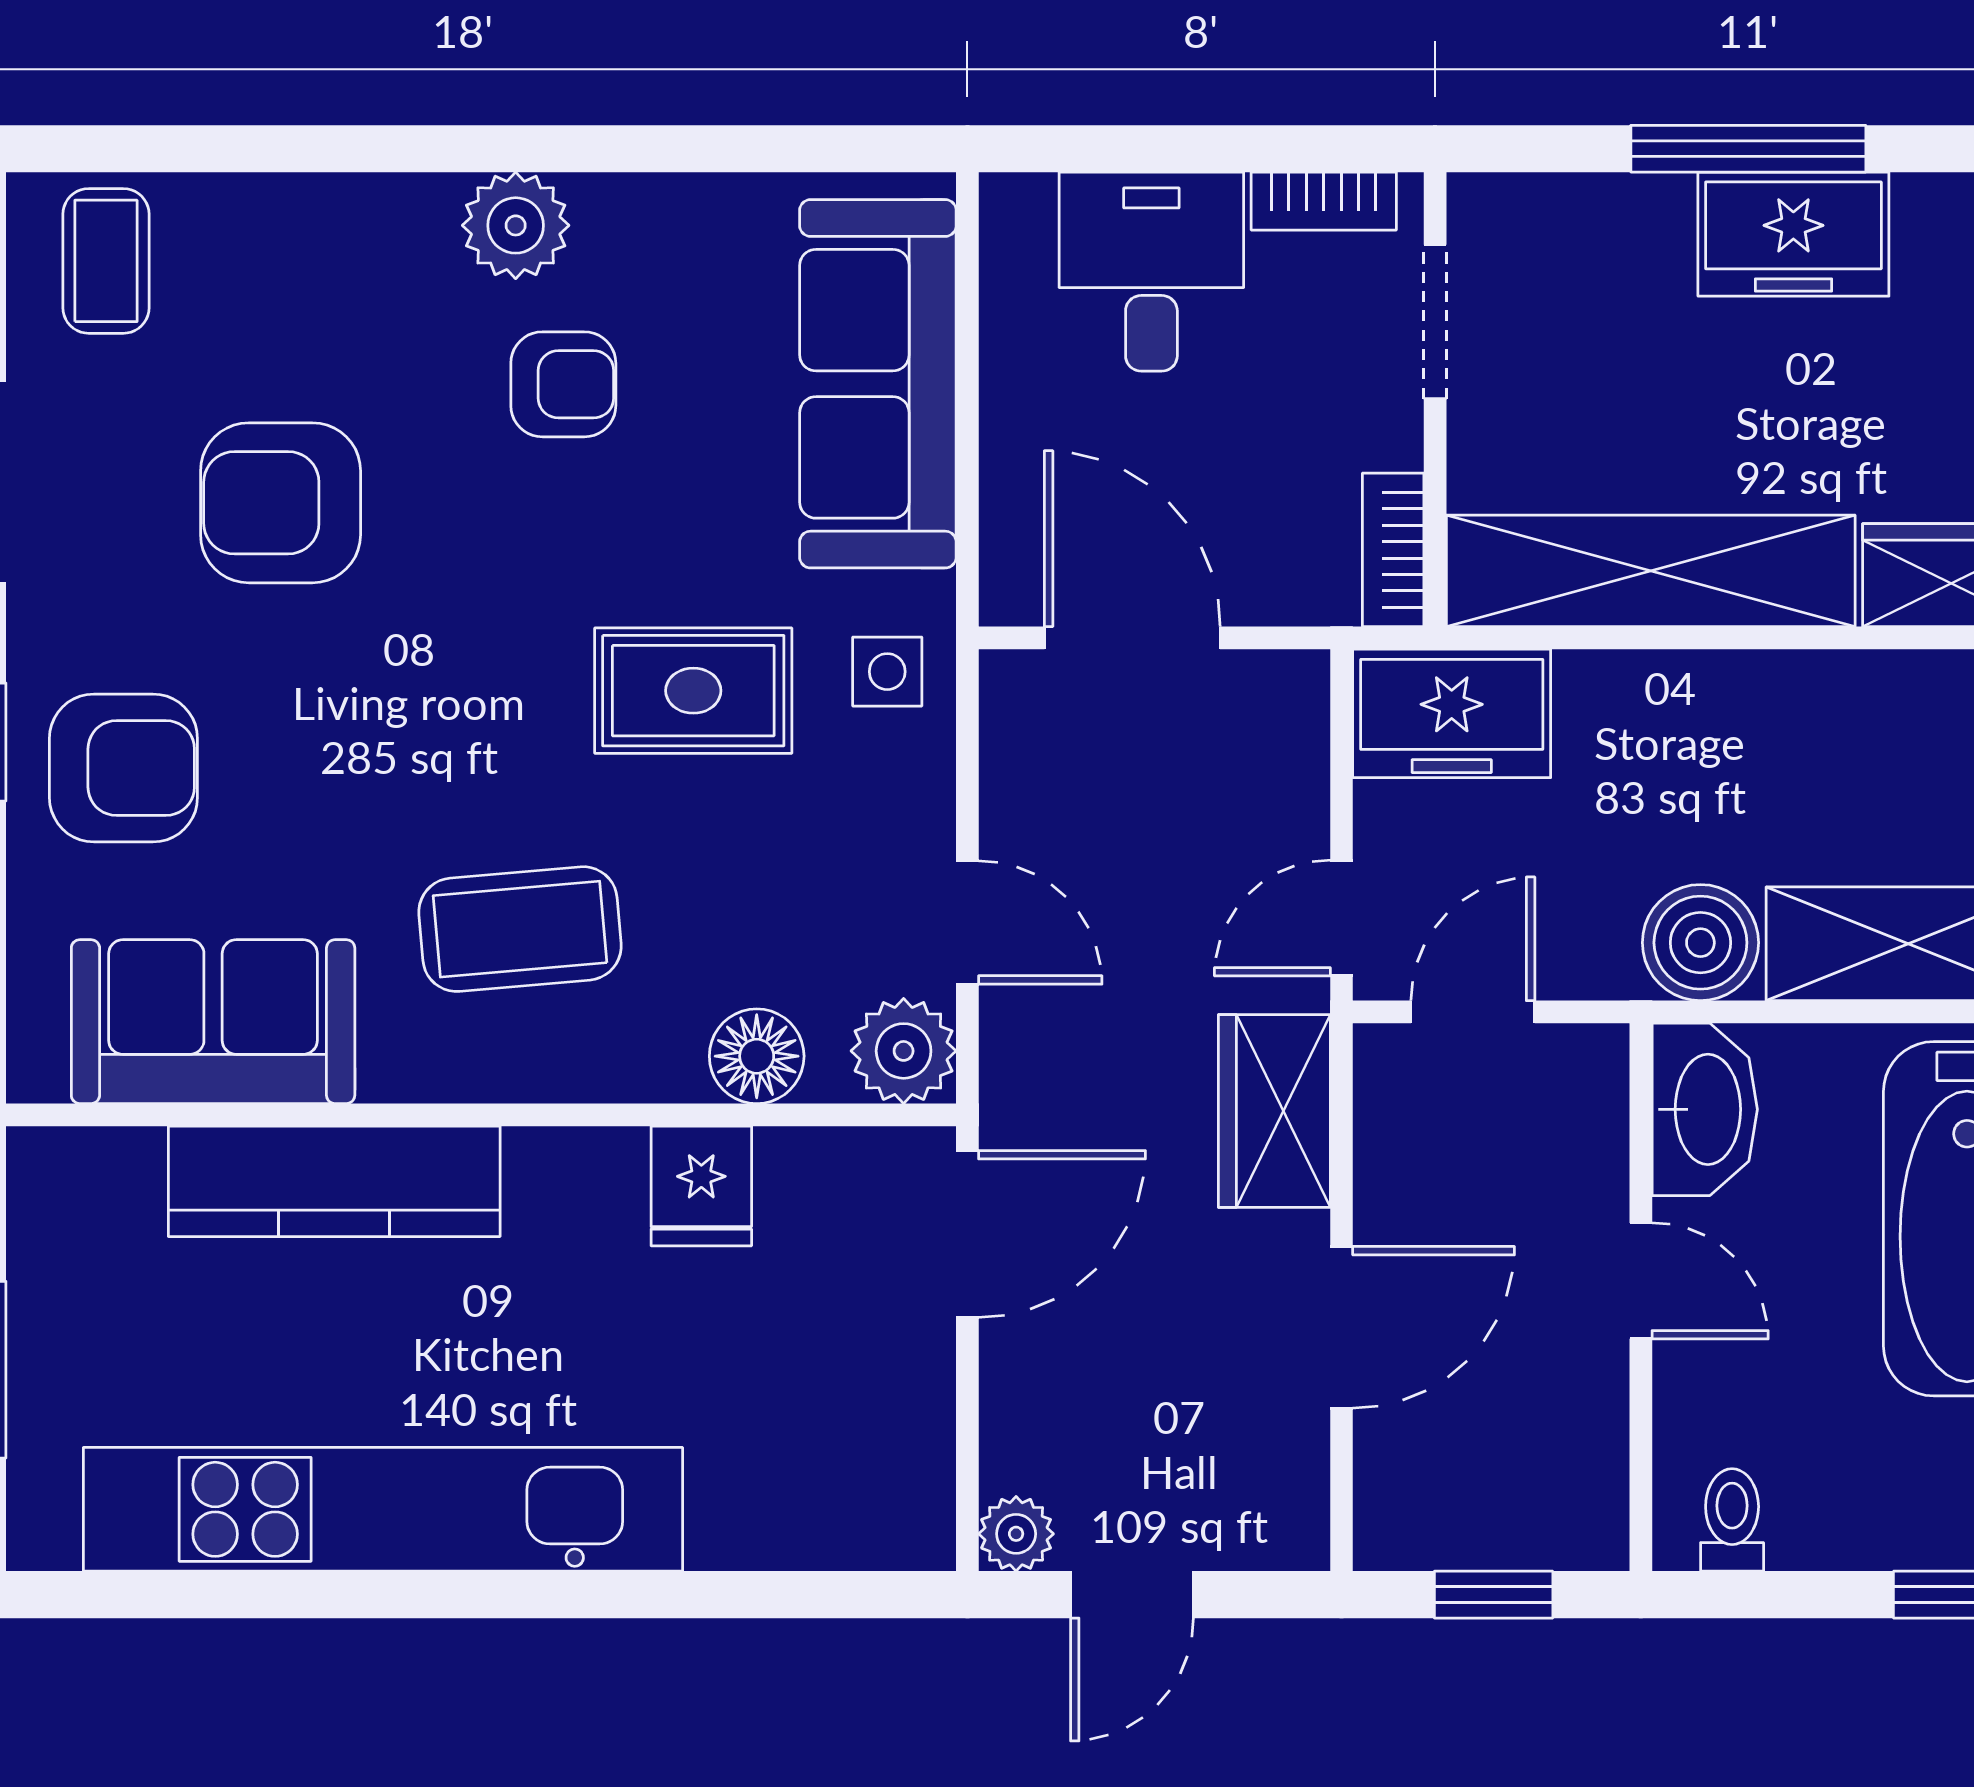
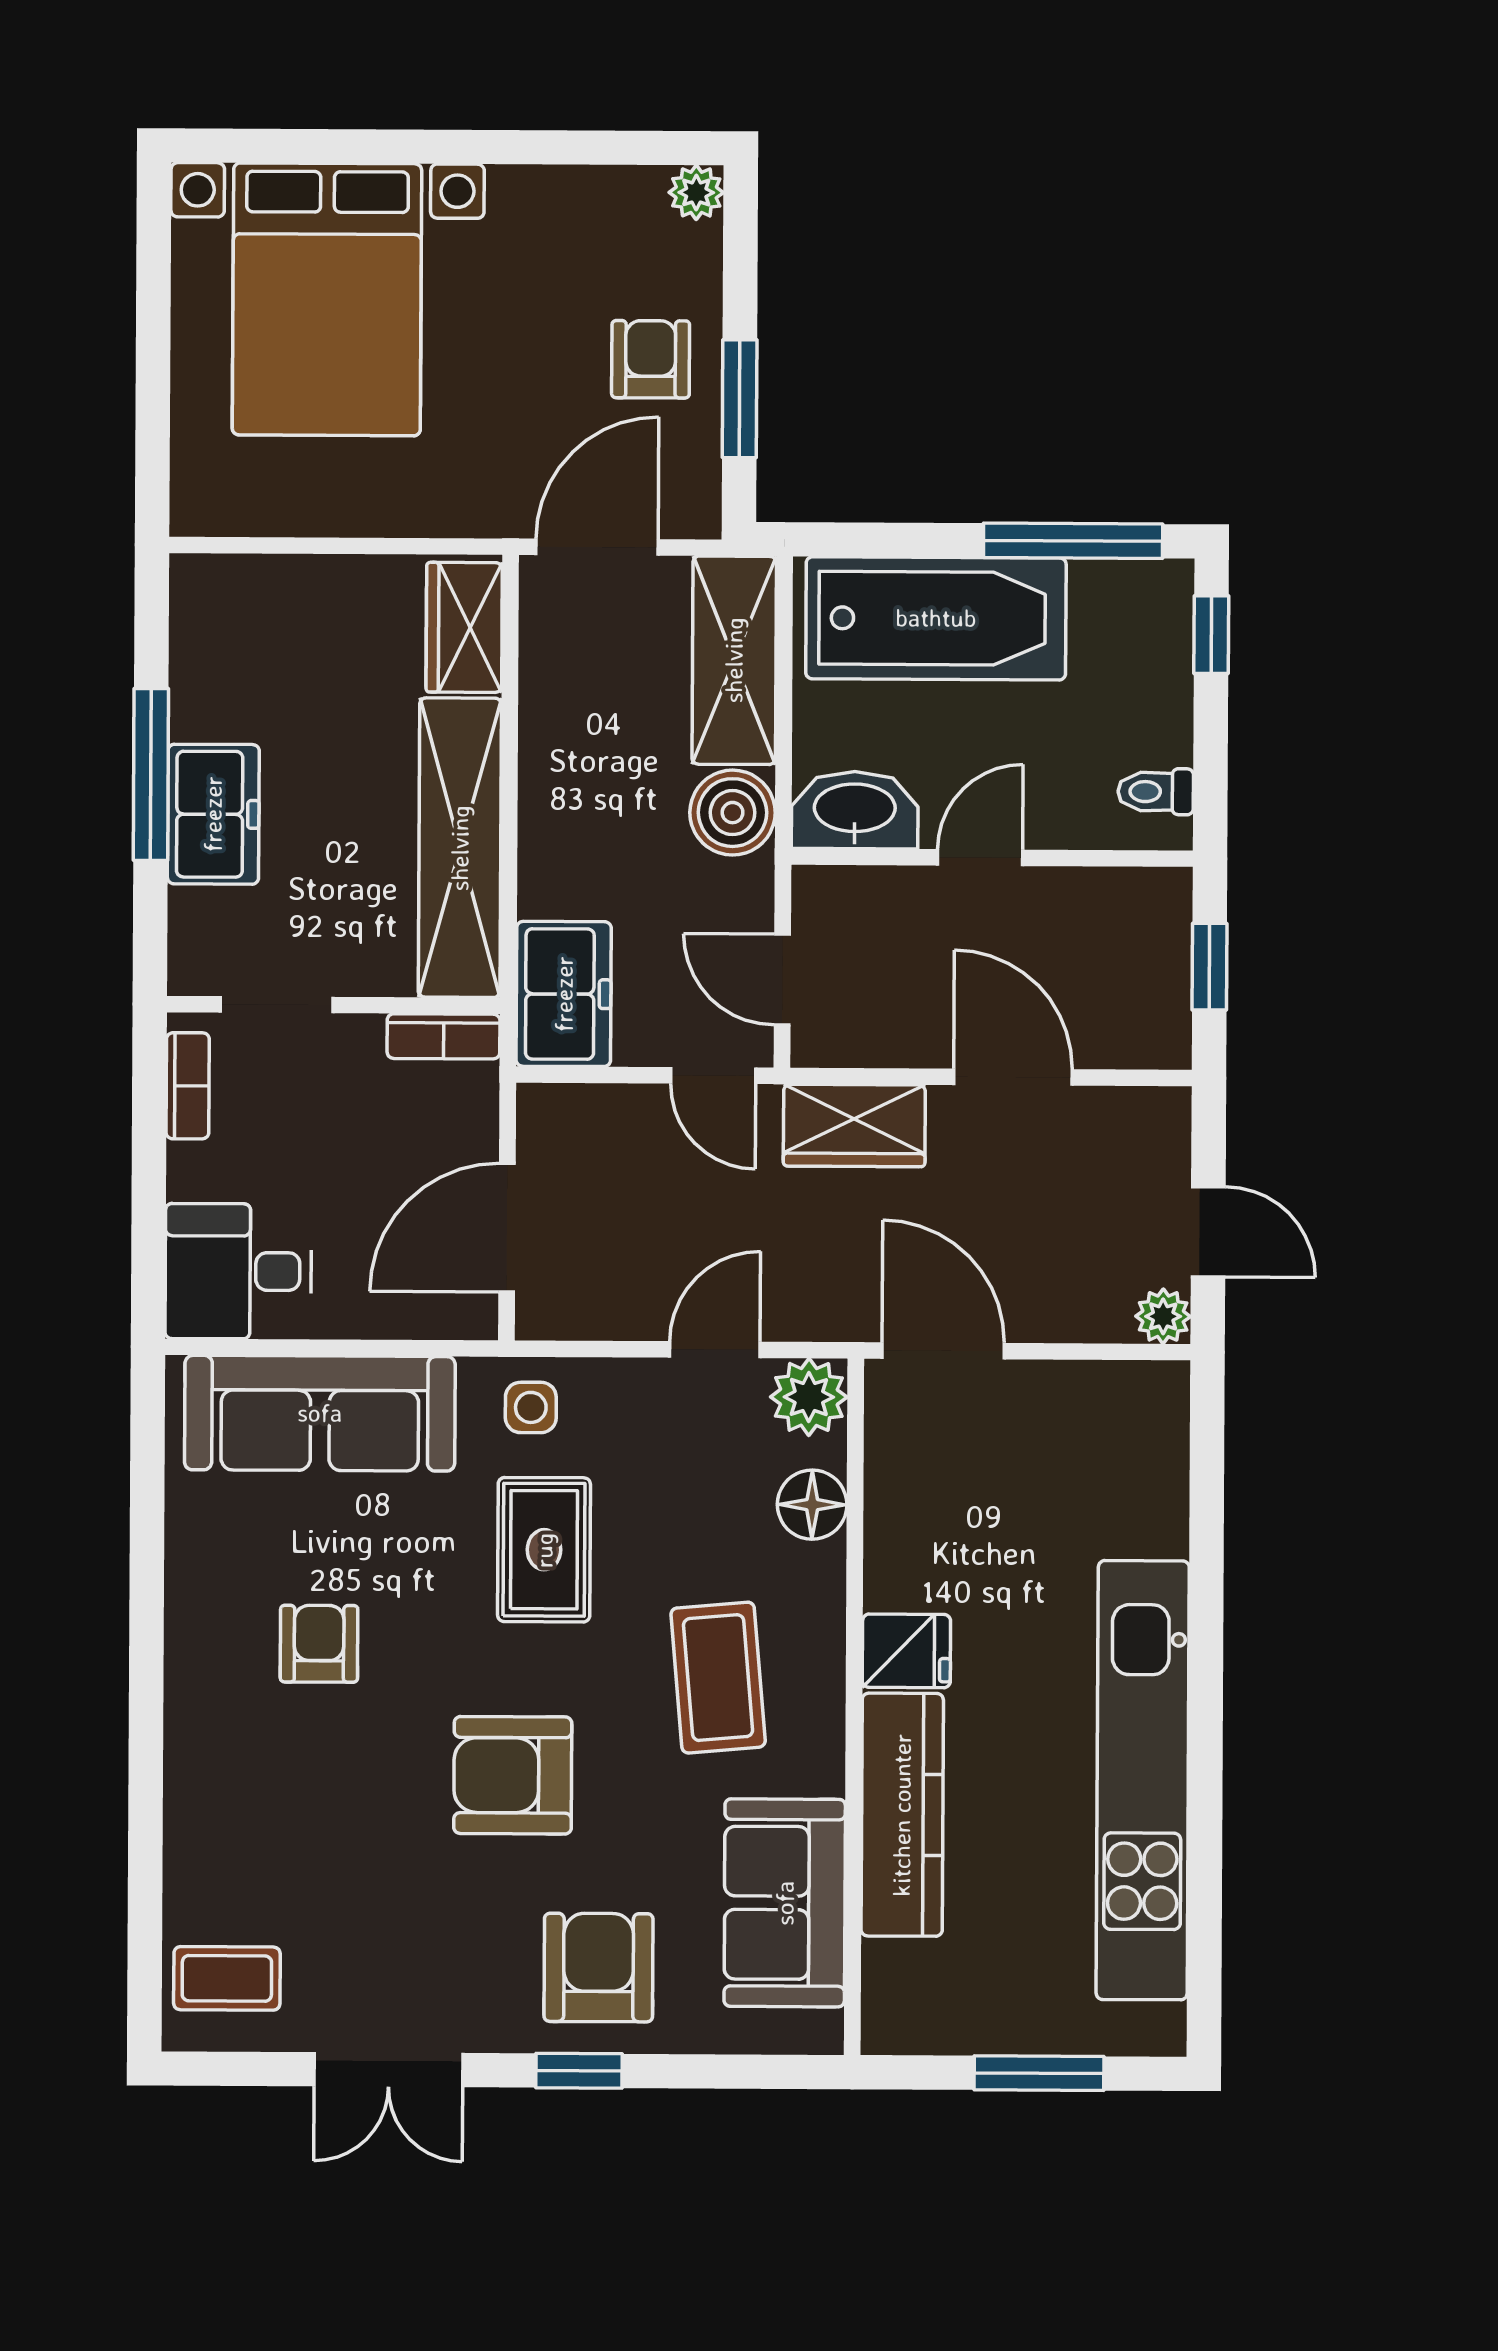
plant: (516, 225) -> (202, 1678), removed
freezer: (1793, 234) -> (213, 814), moved
desk: (1151, 272) -> (238, 1271), moved
armchair: (281, 503) -> (513, 1775), moved, turned 90
fridge: (701, 1186) -> (906, 1651), moved

